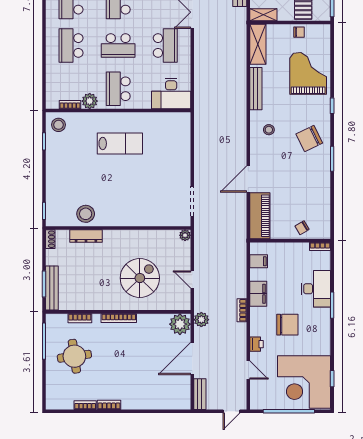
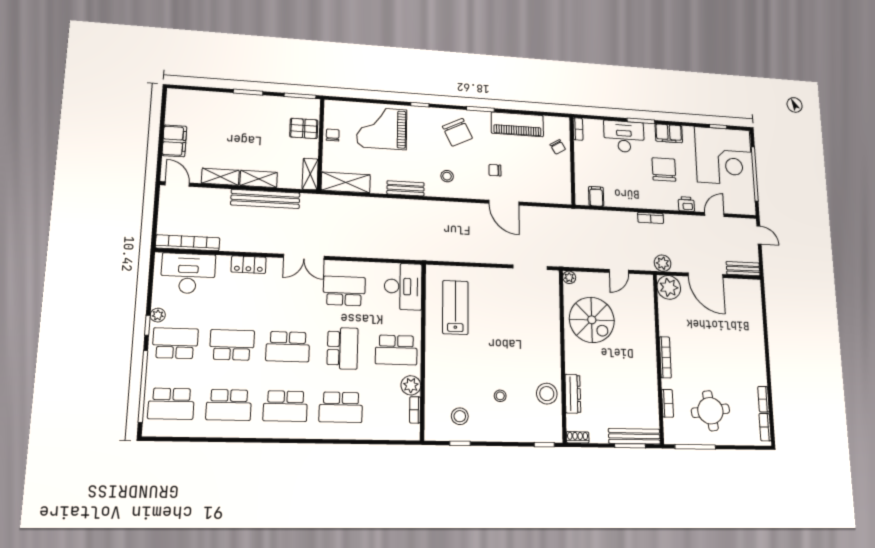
bench: (256, 89) -> (406, 188), width x0.73
stool: (58, 125) -> (460, 416), moved
lab bench: (120, 143) -> (455, 307), moved
chair: (277, 171) -> (495, 170), added
stool: (83, 175) -> (500, 396), added
piano: (260, 216) -> (517, 124), moved, turned 180
spiral stairs: (140, 278) -> (592, 320), moved, turned 180
filing cabinet: (258, 294) -> (669, 133), moved, turned 180
bookcase: (109, 405) -> (765, 427), moved

